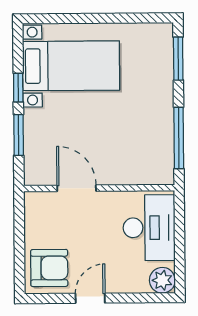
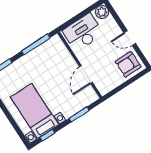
window: (18, 88) -> (47, 135), moved
armchair: (49, 268) -> (128, 64), turned -90

